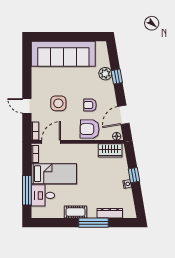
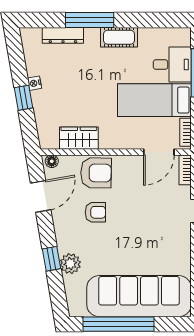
window: (76, 37) -> (118, 324), added
side table: (58, 103) -> (147, 215), removed
wardrobe: (110, 150) -> (79, 138), moved

